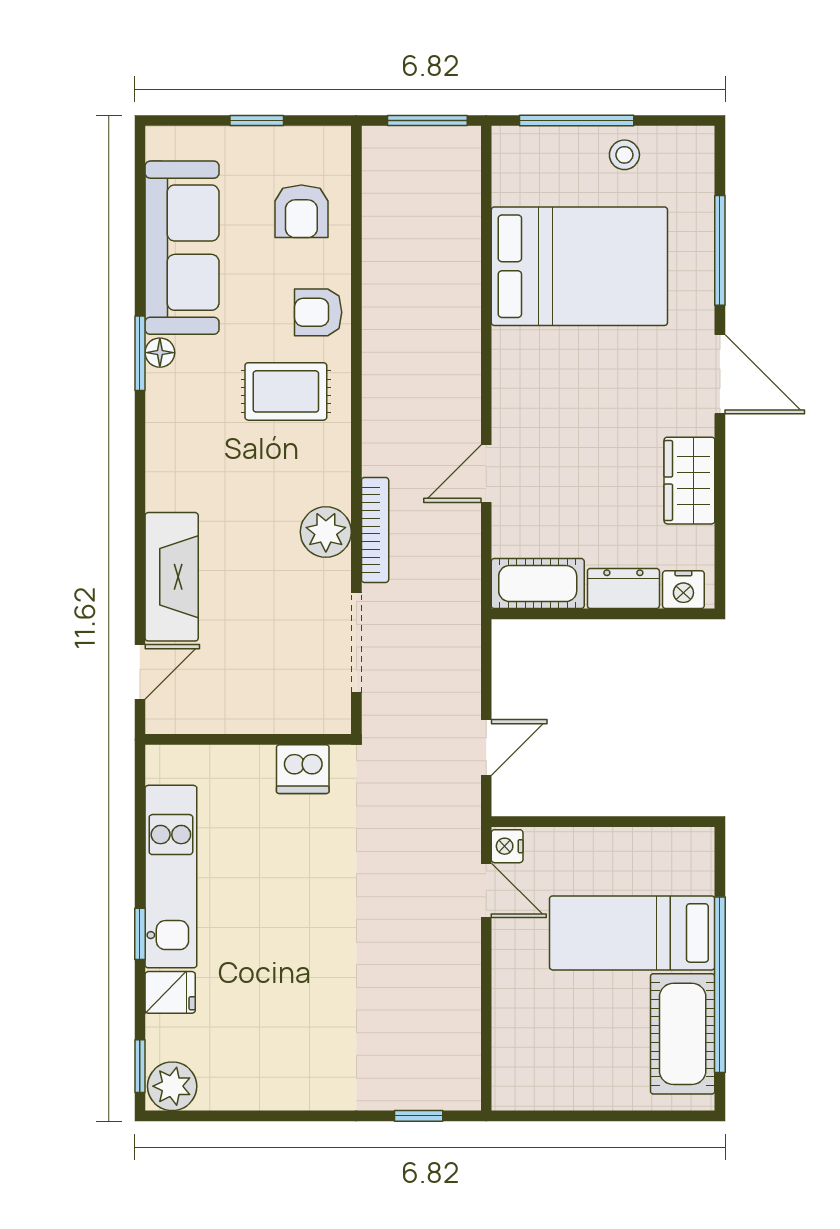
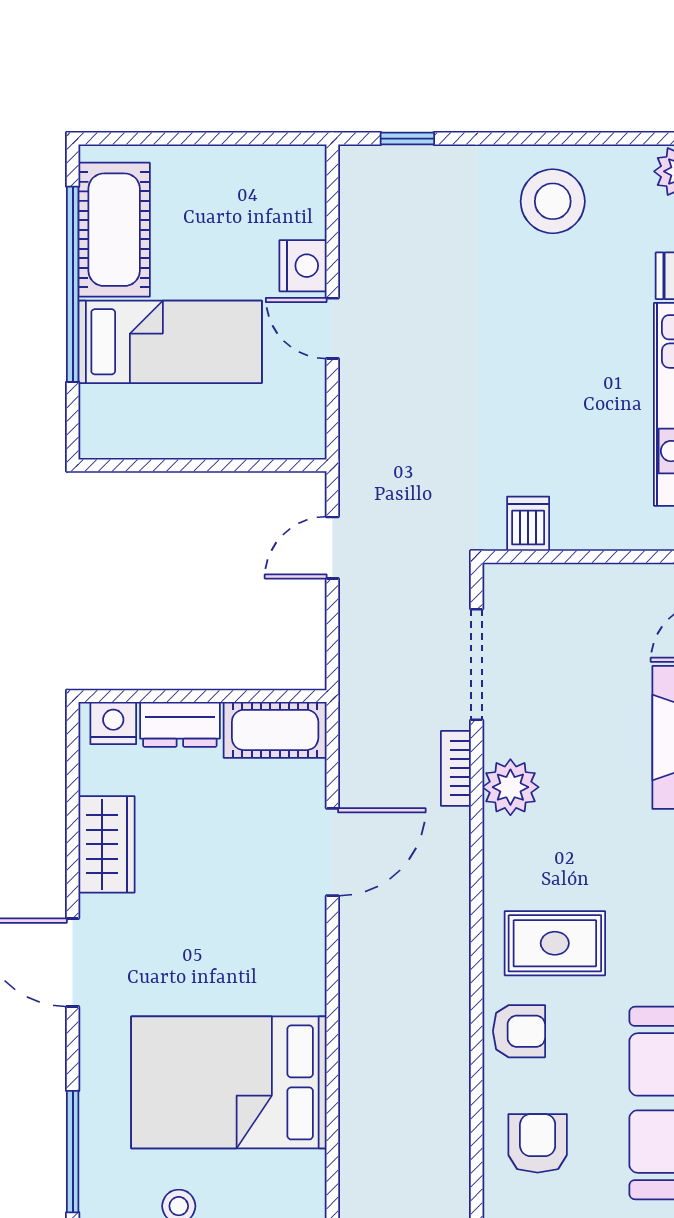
window: (720, 250) -> (73, 1152), moved
door: (486, 474) -> (332, 852), width x1.38
bookcase: (375, 530) -> (456, 768), width x0.64
dishwasher: (303, 769) -> (528, 524), width x0.73
nightstand: (507, 846) -> (303, 266), moved, width x1.39, depth x1.35
door: (486, 890) -> (332, 328), moved
stool: (288, 1059) -> (553, 201), added

